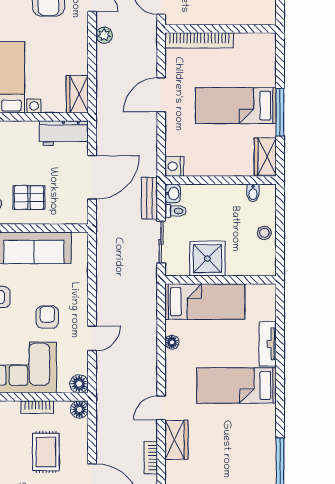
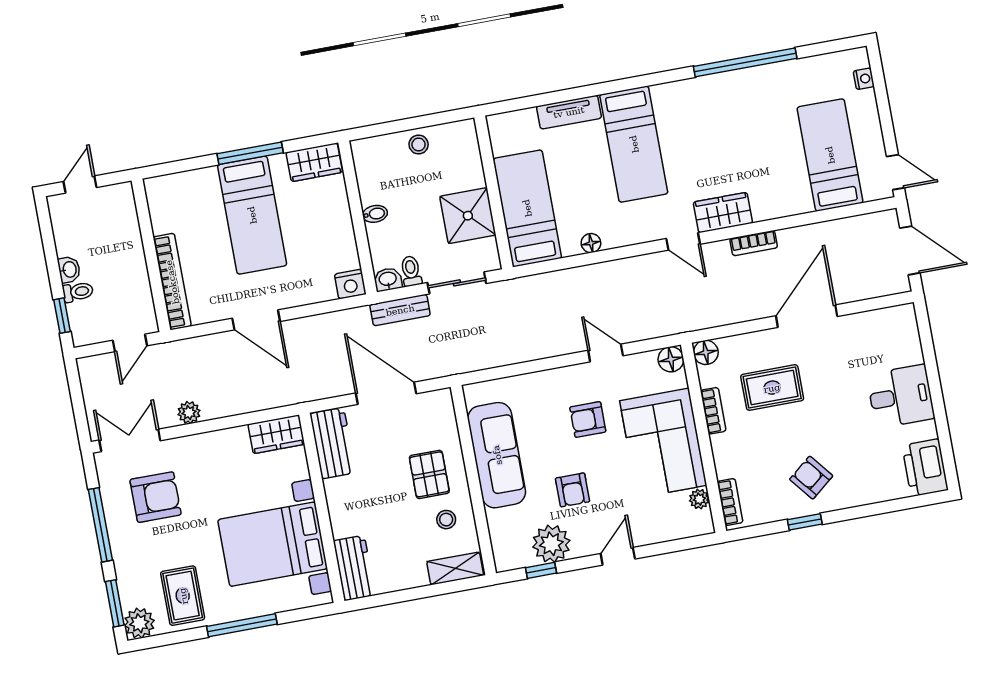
bidet: (253, 193) -> (375, 214), moved

